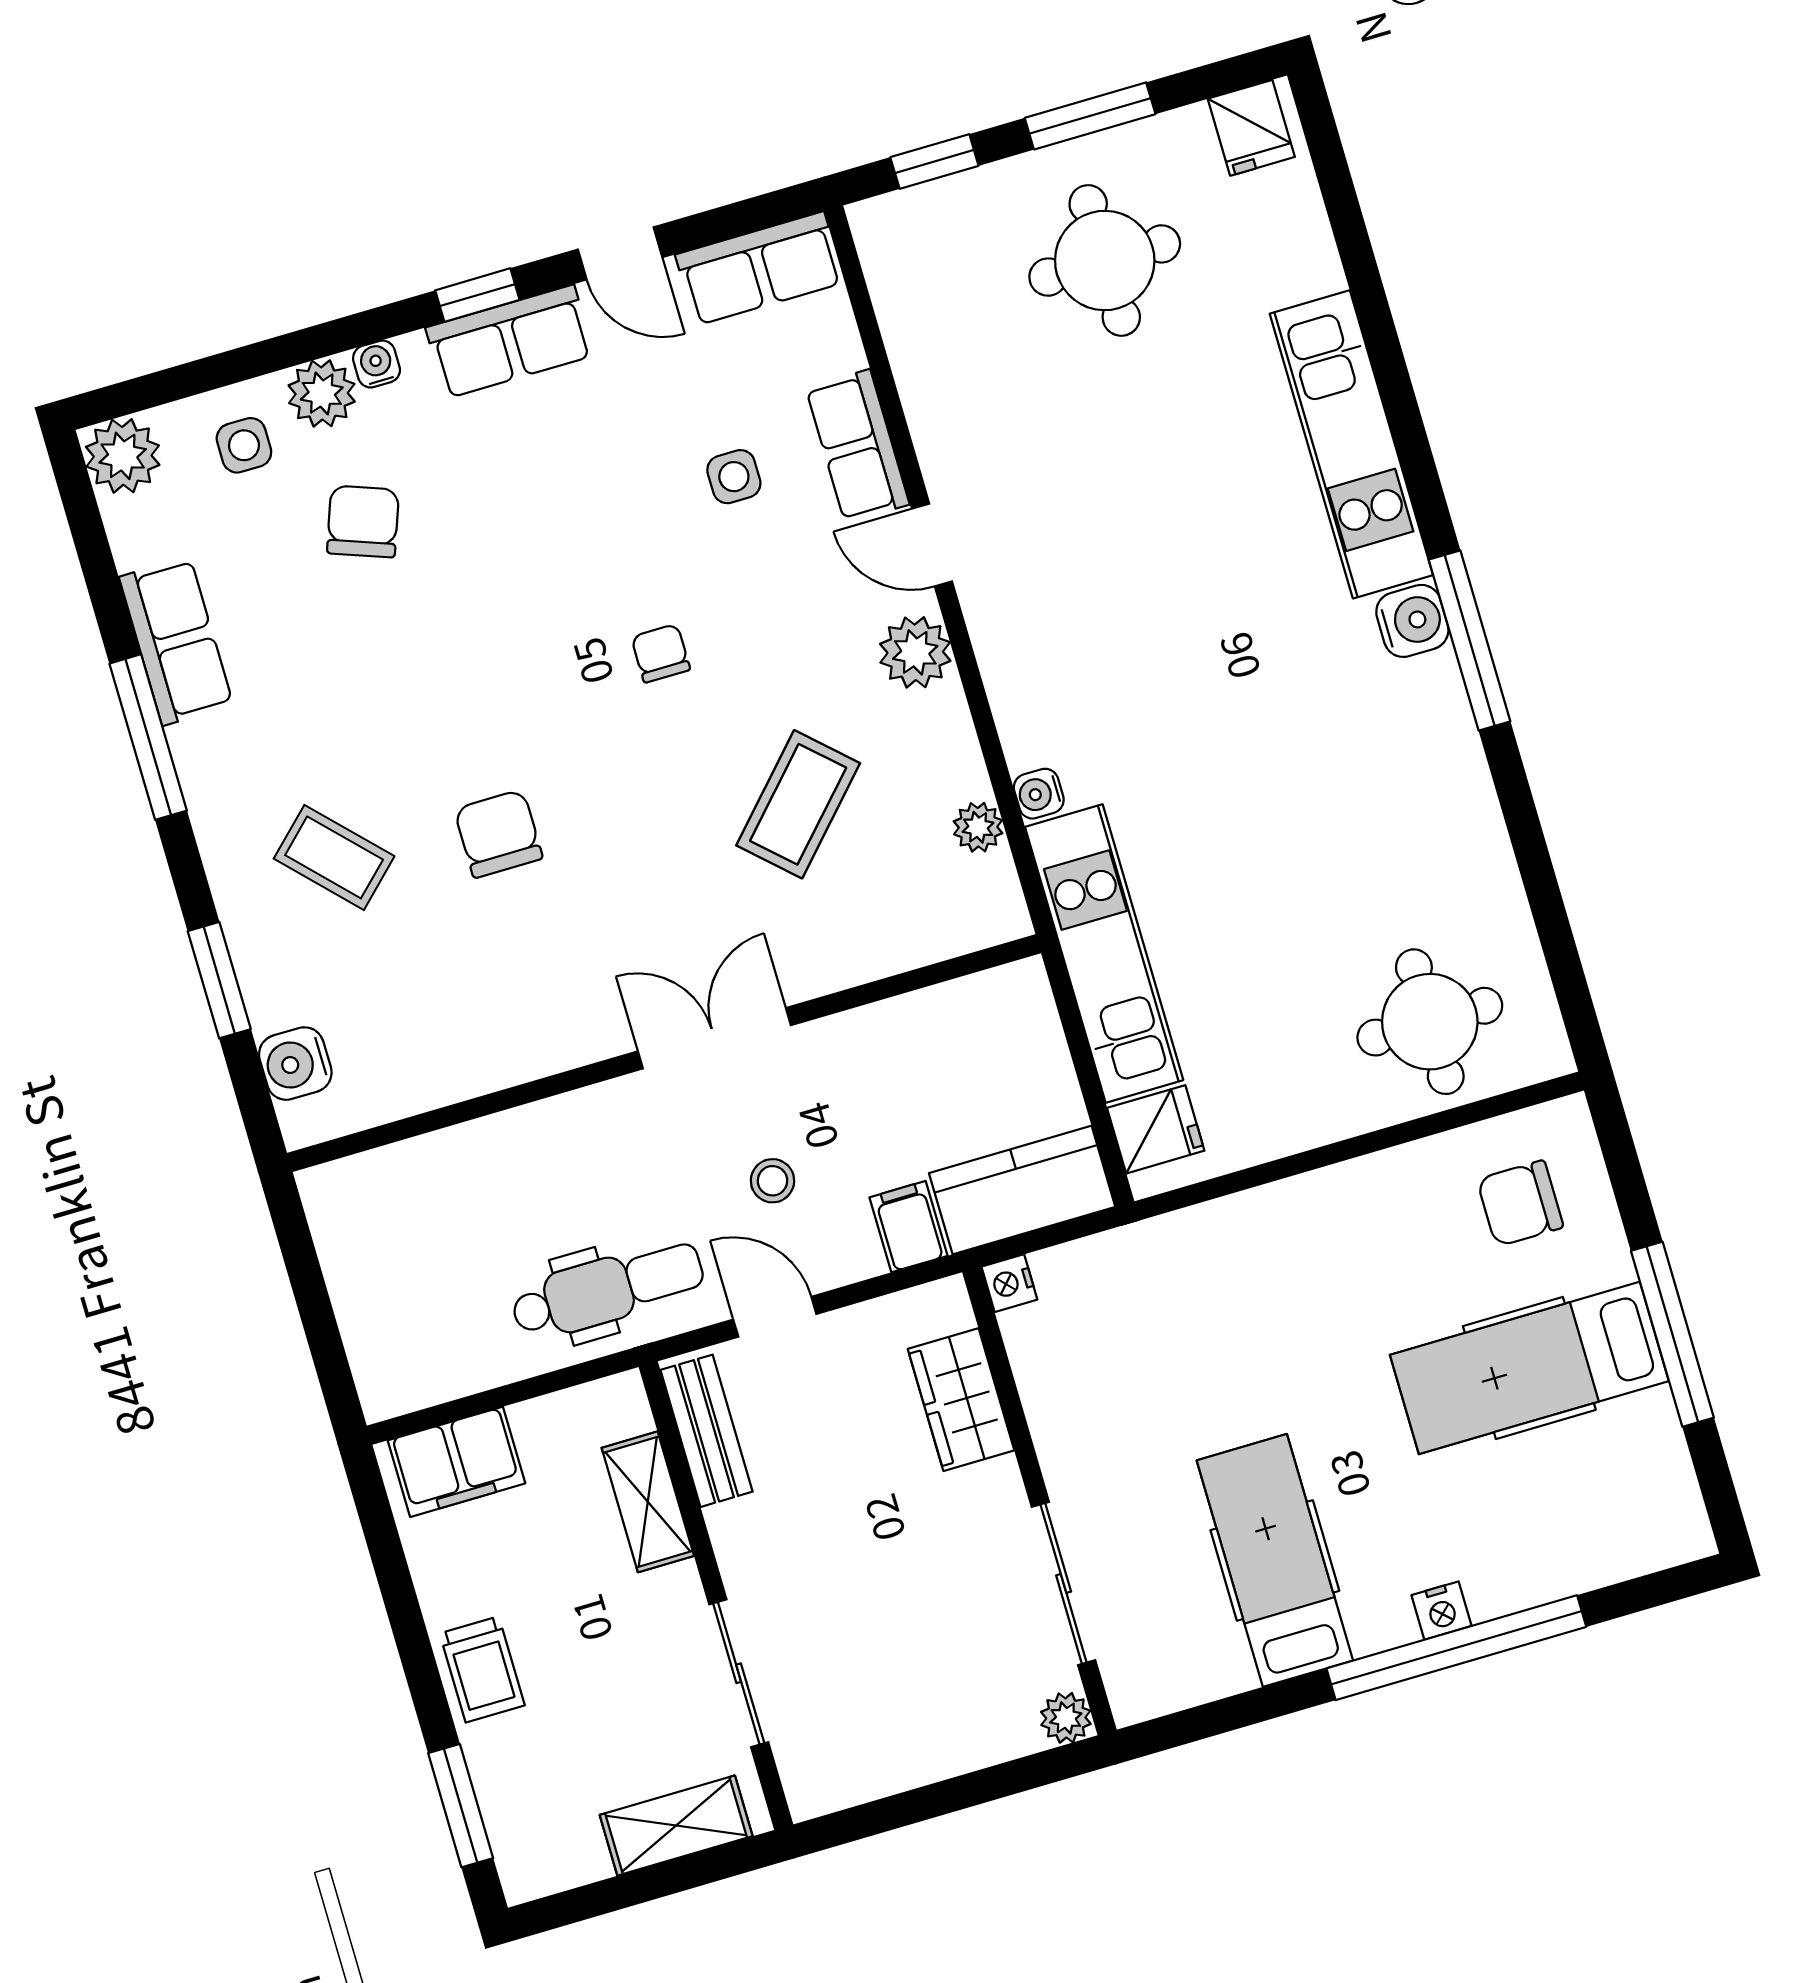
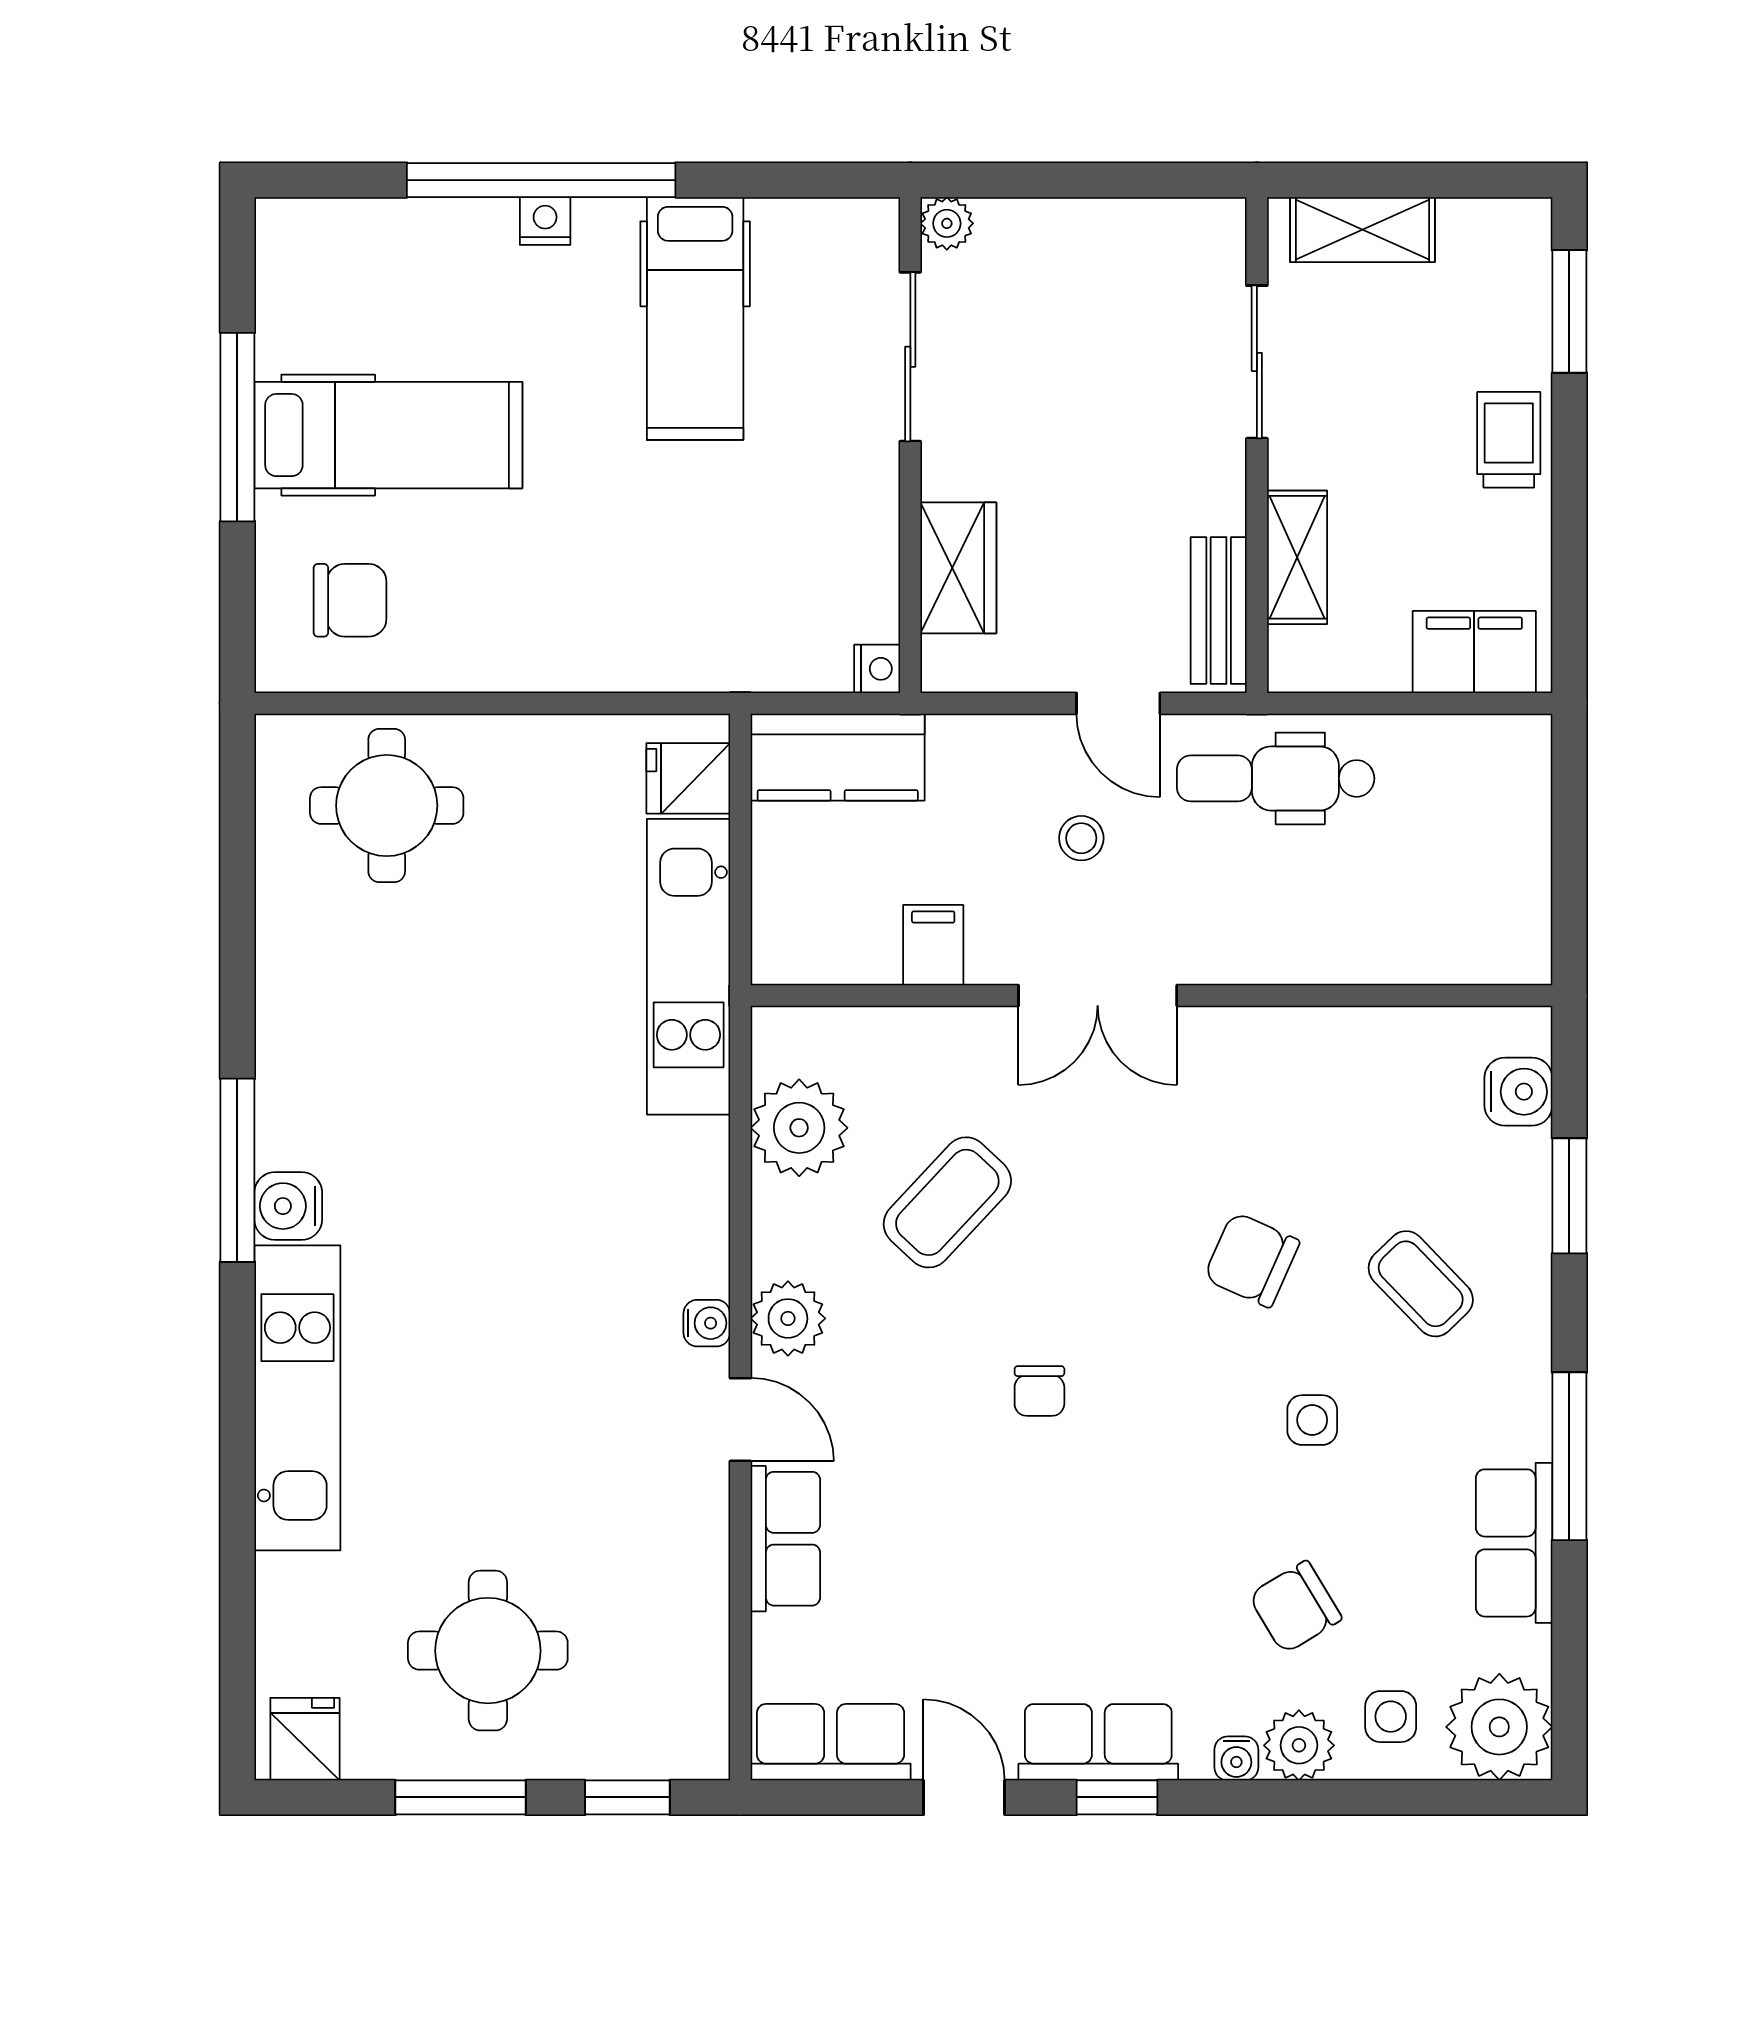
plant: (123, 456) -> (1499, 1727), width x1.36, depth x1.36
side table: (734, 477) -> (1312, 1420), moved
chair: (363, 521) -> (1295, 1607), turned 39
water cooler: (1039, 794) -> (707, 1323), moved
plant: (978, 827) -> (799, 1128), width x1.88, depth x1.88
chair: (498, 834) -> (1252, 1260), turned 114
filing cabinet: (909, 1227) -> (933, 945), moved, turned 180

